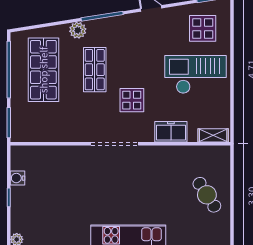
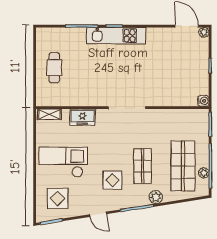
plant: (17, 61) -> (204, 173), added
checkout: (195, 74) -> (63, 162), turned 180
display table: (132, 100) -> (113, 180), moved
water cooler: (17, 178) -> (203, 101), moved
cafe table: (207, 195) -> (54, 68), turned 33

